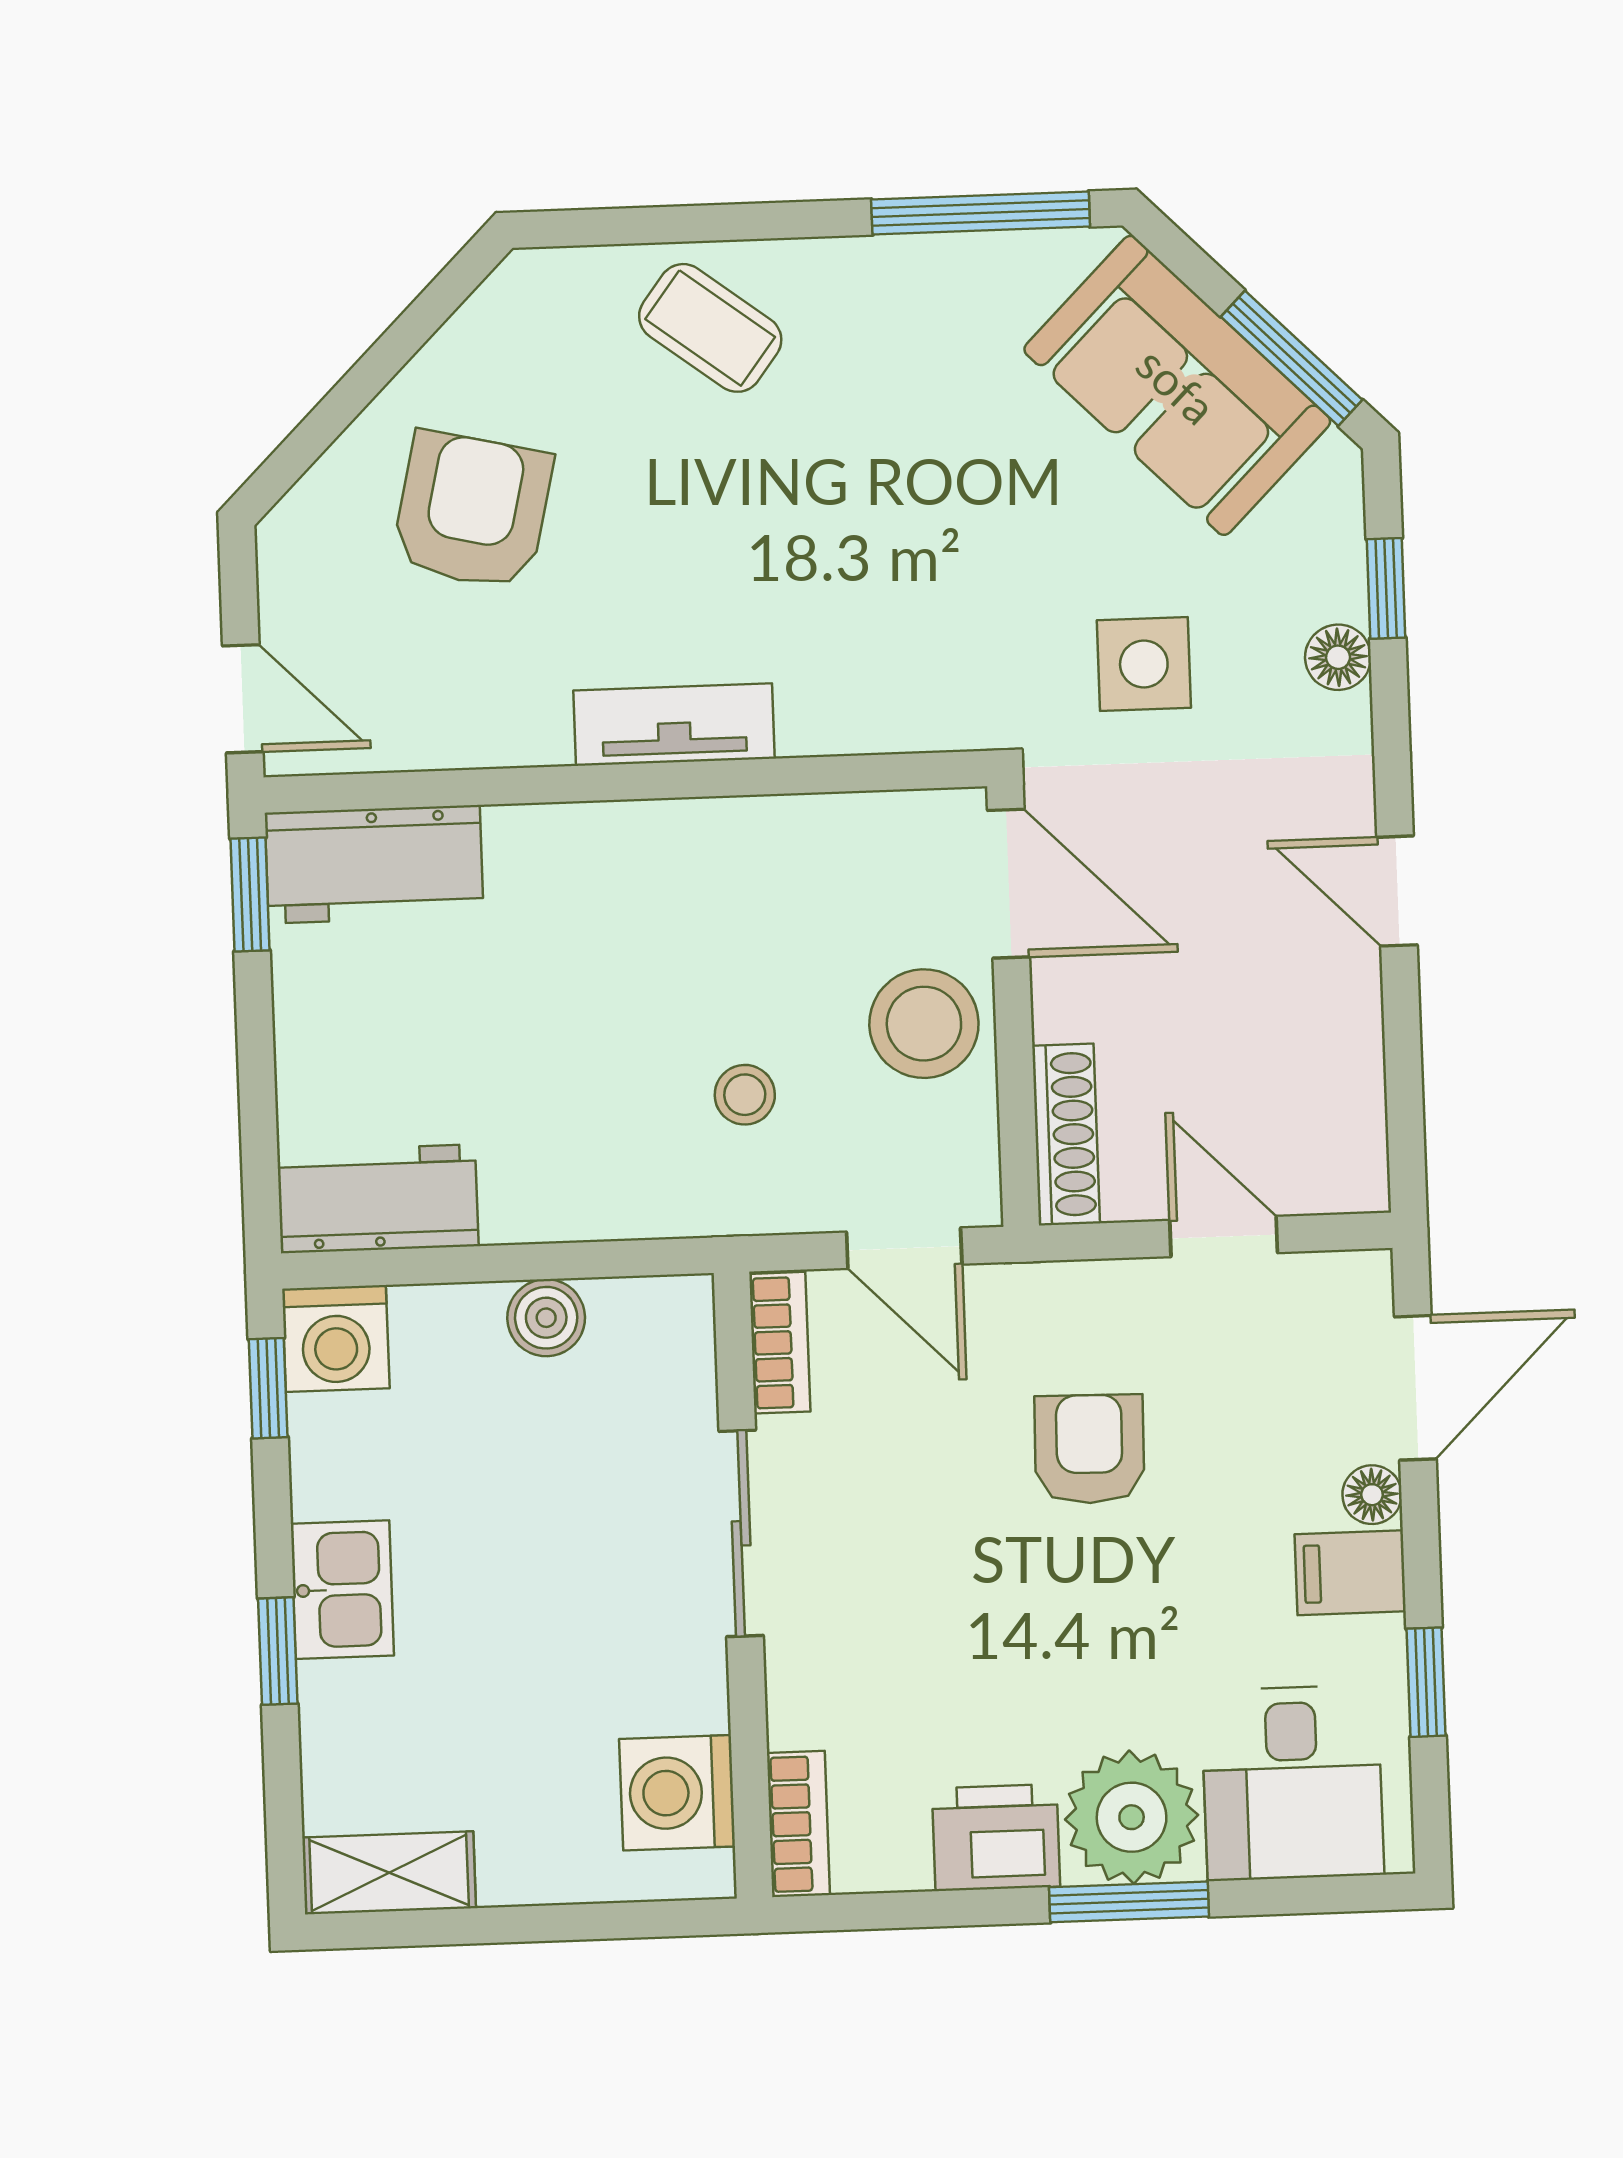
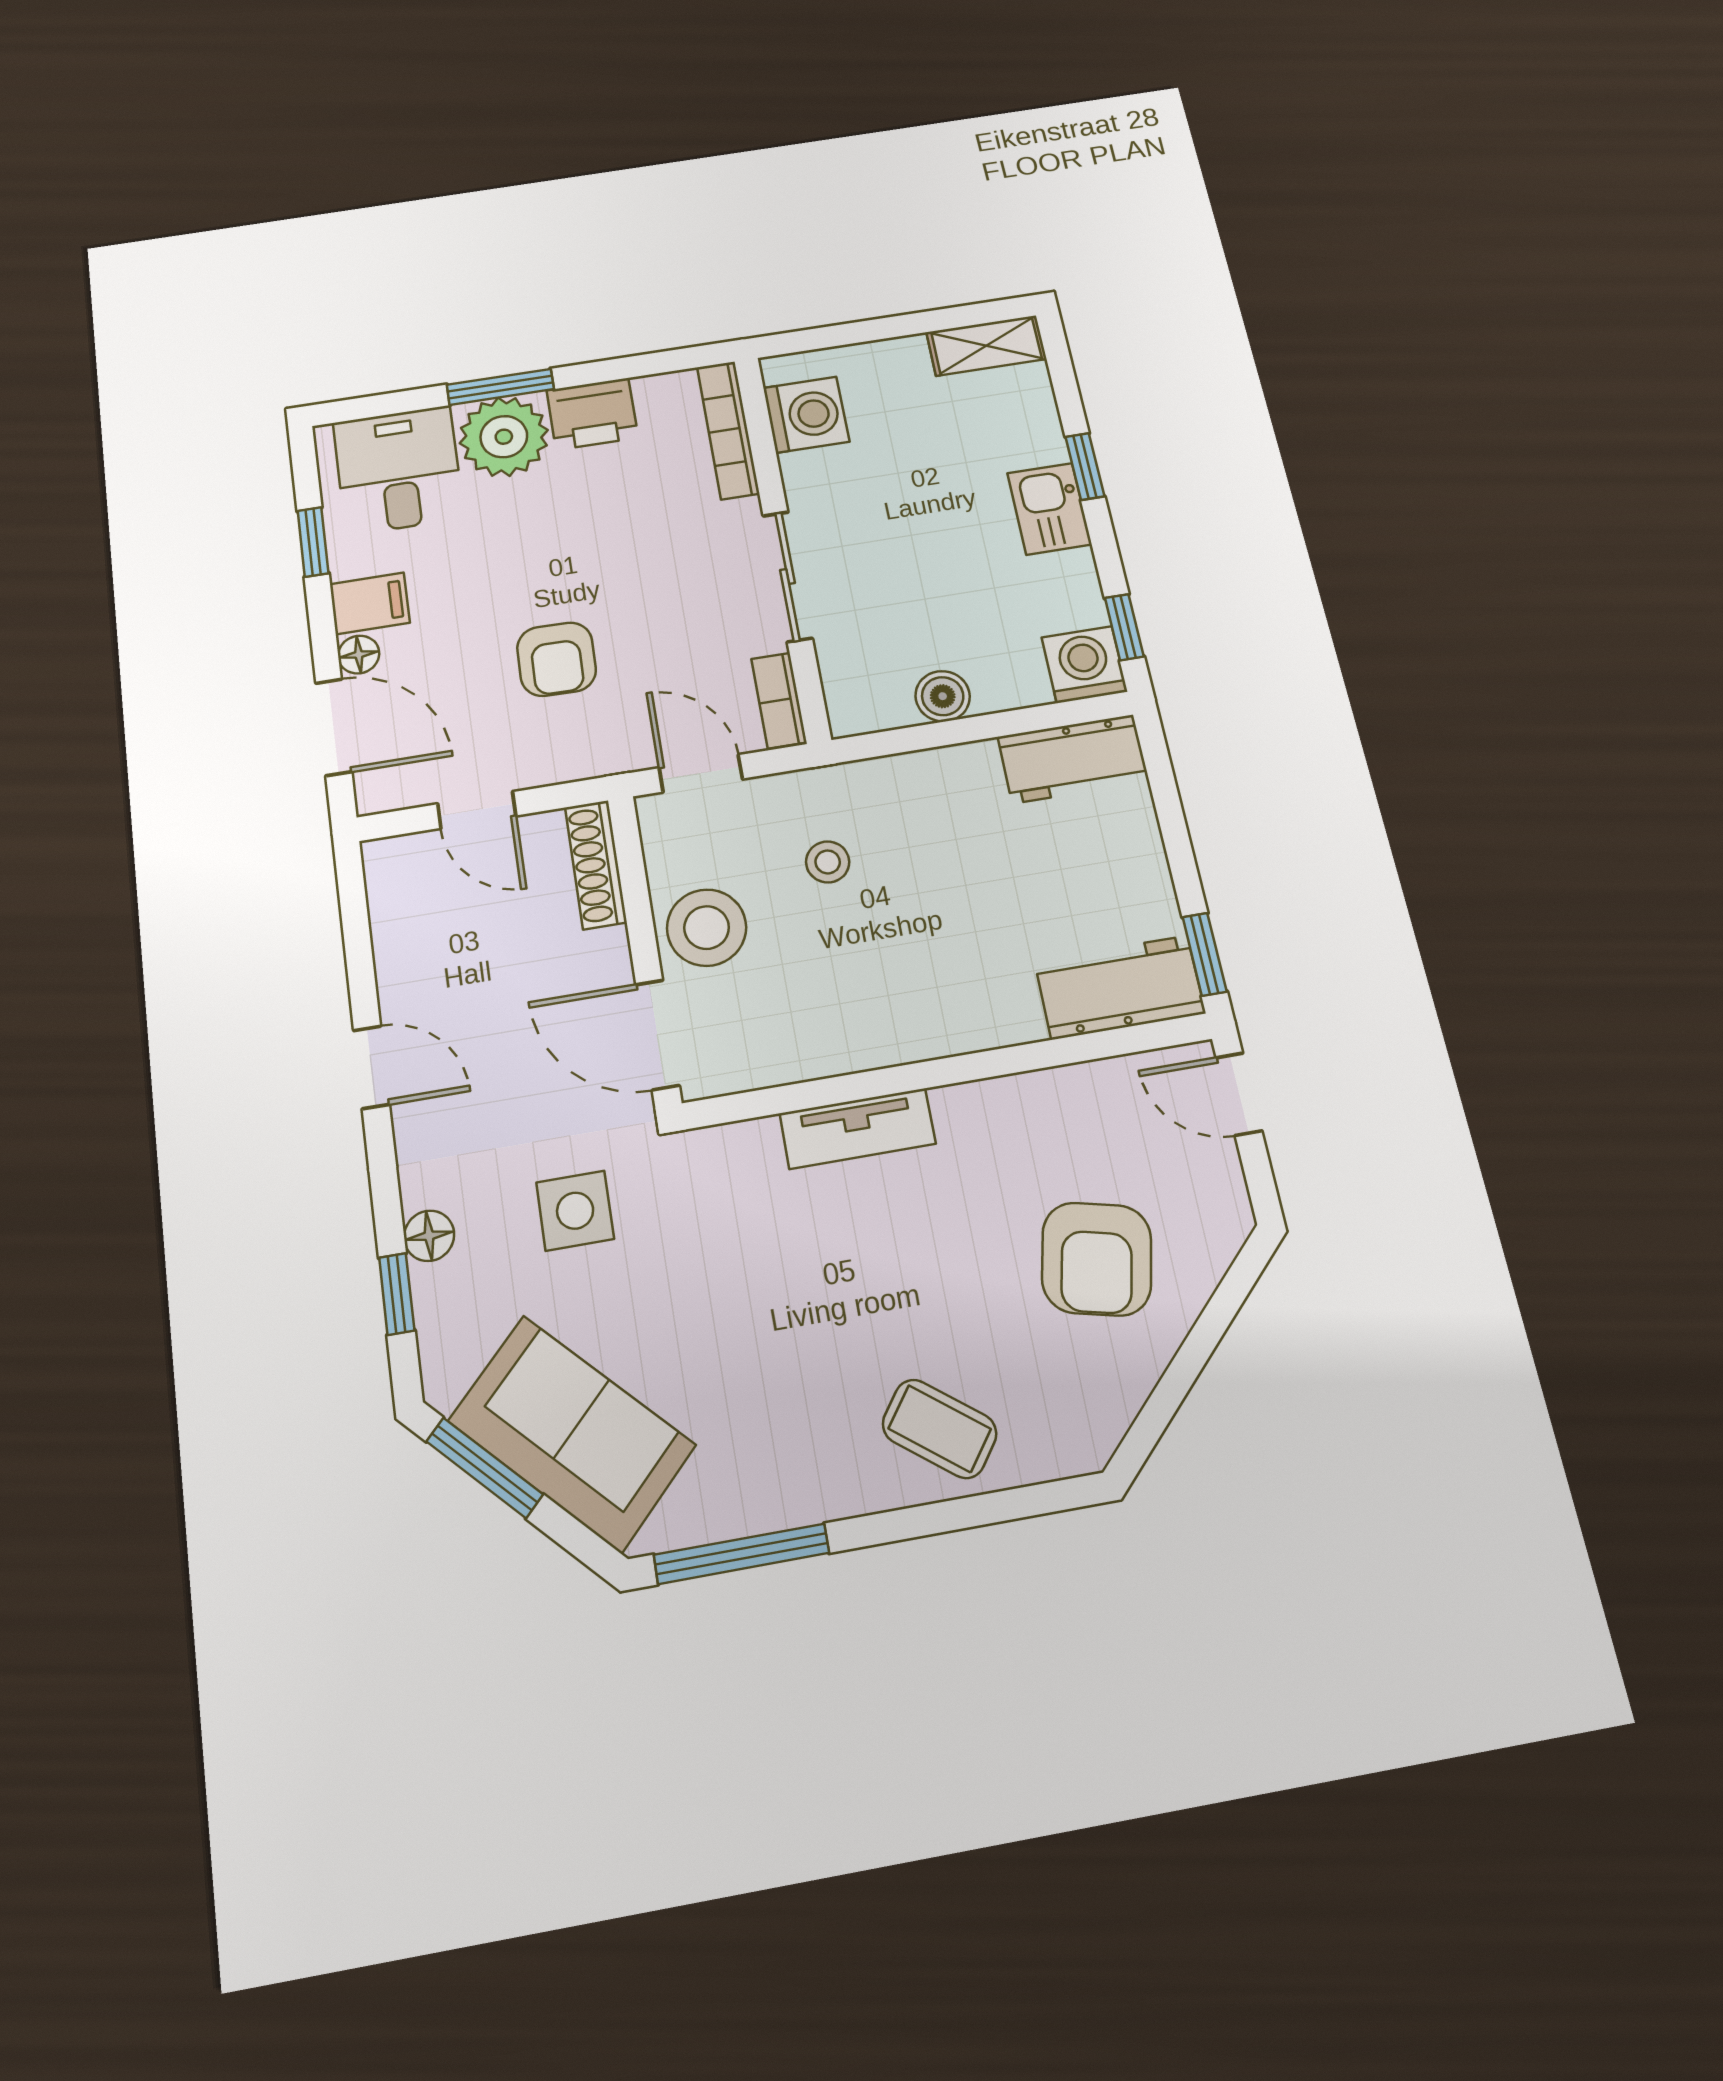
tv unit: (674, 725) -> (858, 1128), moved
door: (1415, 1388) -> (334, 727), swing flipped
bookcase: (798, 1824) -> (728, 430), width x1.56

